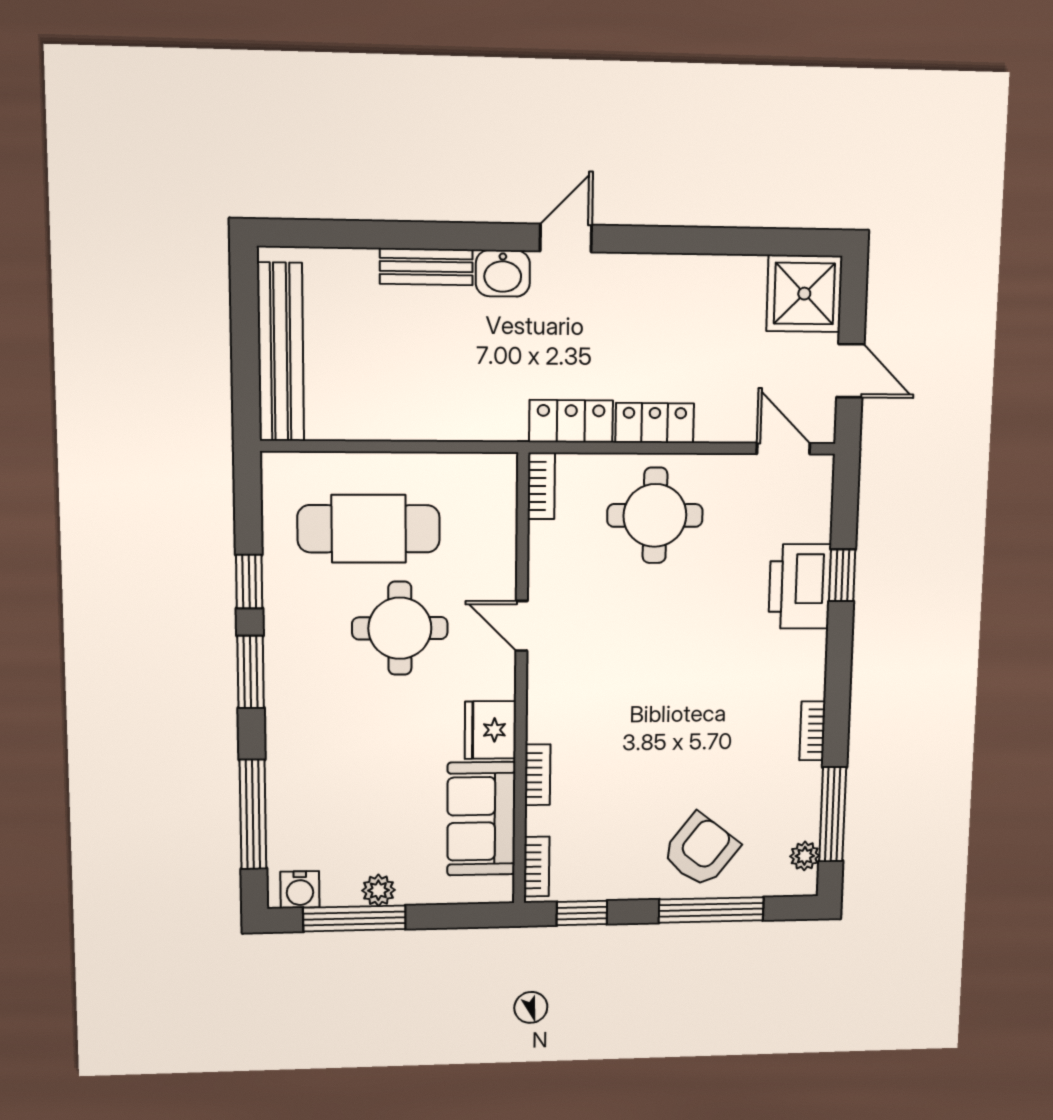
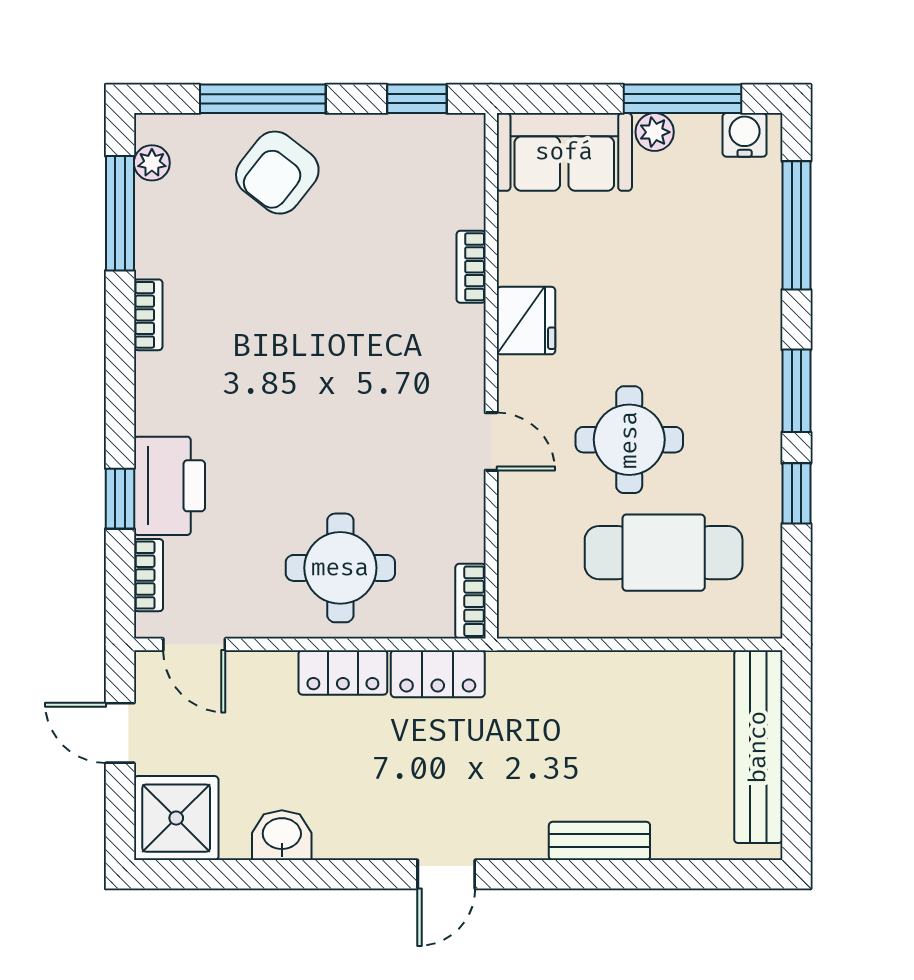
washbasin: (503, 273) -> (282, 835), moved
sofa: (481, 819) -> (564, 152), moved, turned 90
bookcase: (537, 867) -> (149, 575), moved, turned 180

